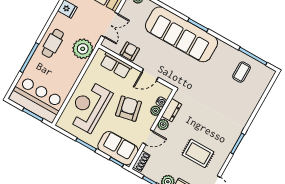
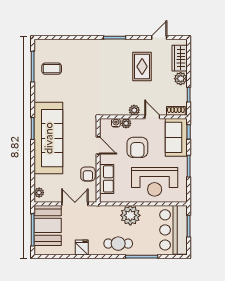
plant: (83, 49) -> (130, 215), moved
armchair: (130, 51) -> (88, 174), turned -90
armchair: (129, 109) -> (137, 147), turned -78
dresser: (172, 110) -> (118, 110), removed

